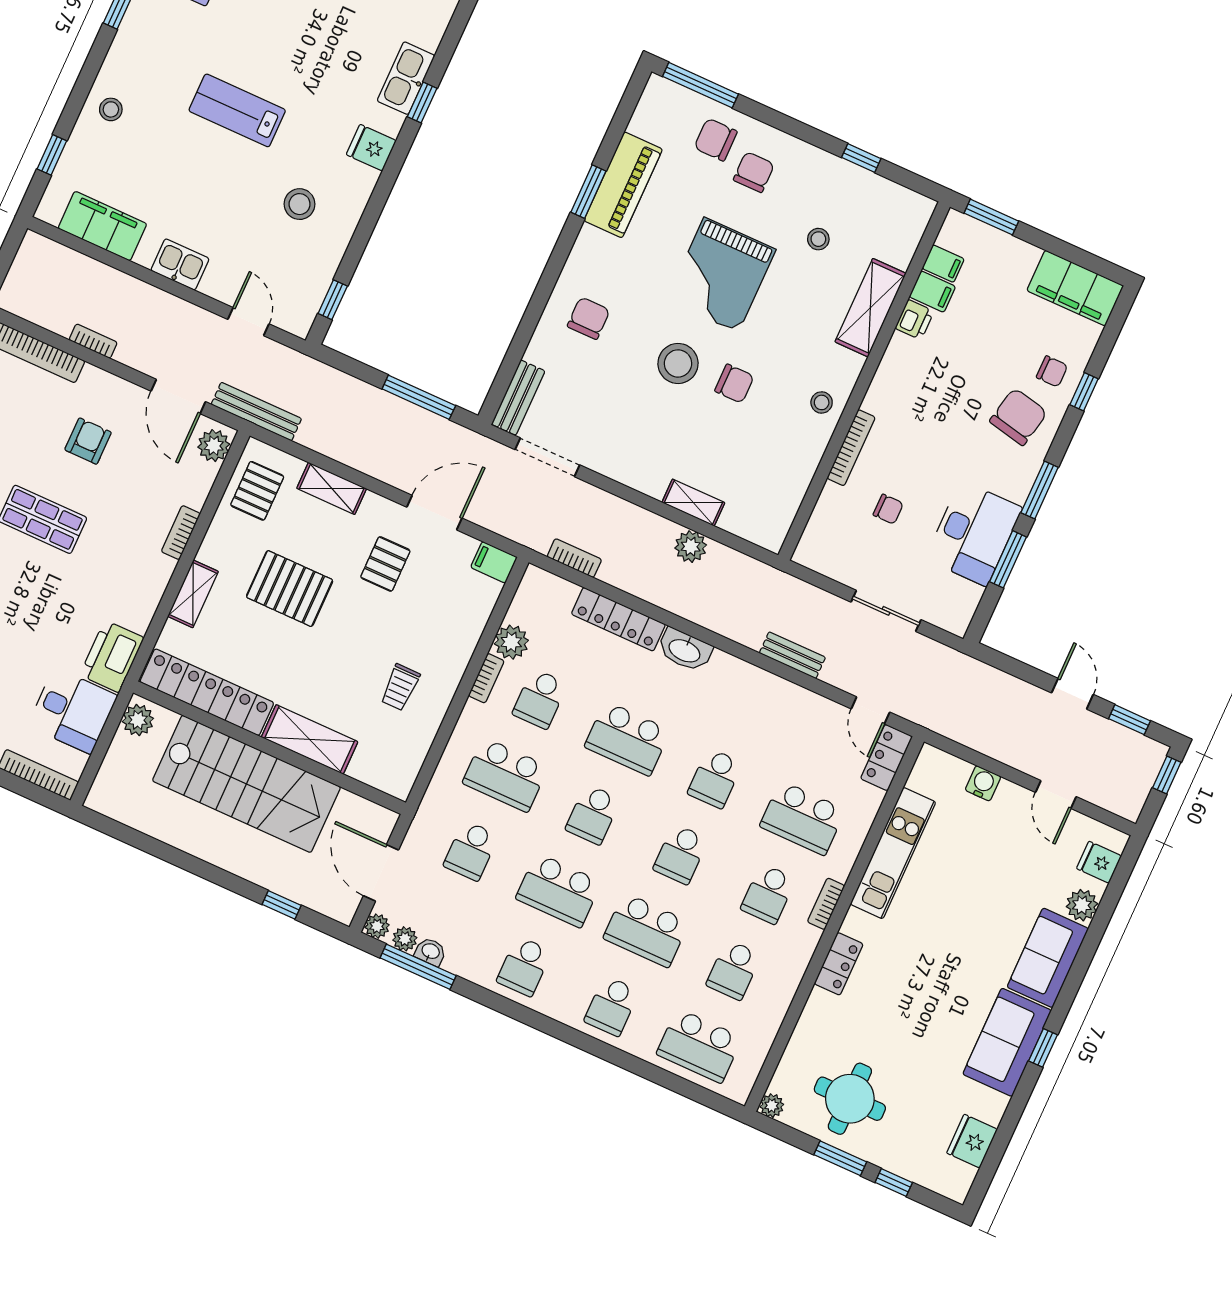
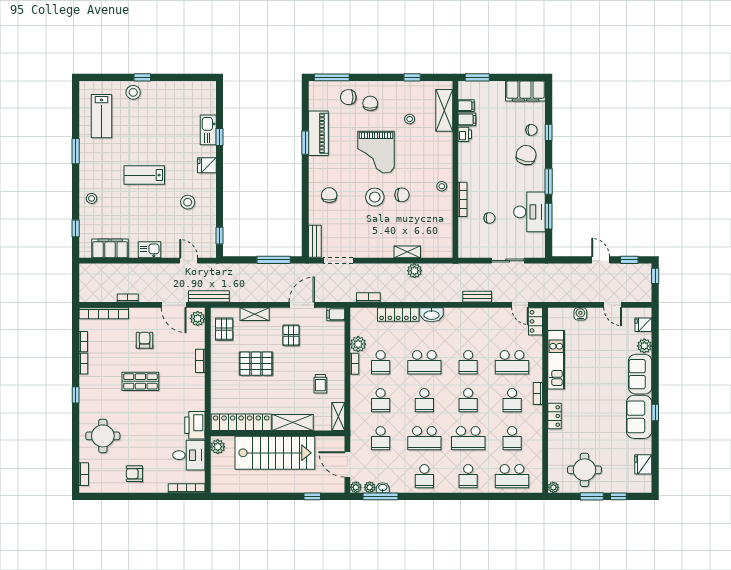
shelving: (870, 308) -> (444, 110), moved
shelving: (193, 594) -> (338, 417), moved
school desk: (505, 775) -> (381, 400), width x0.54

